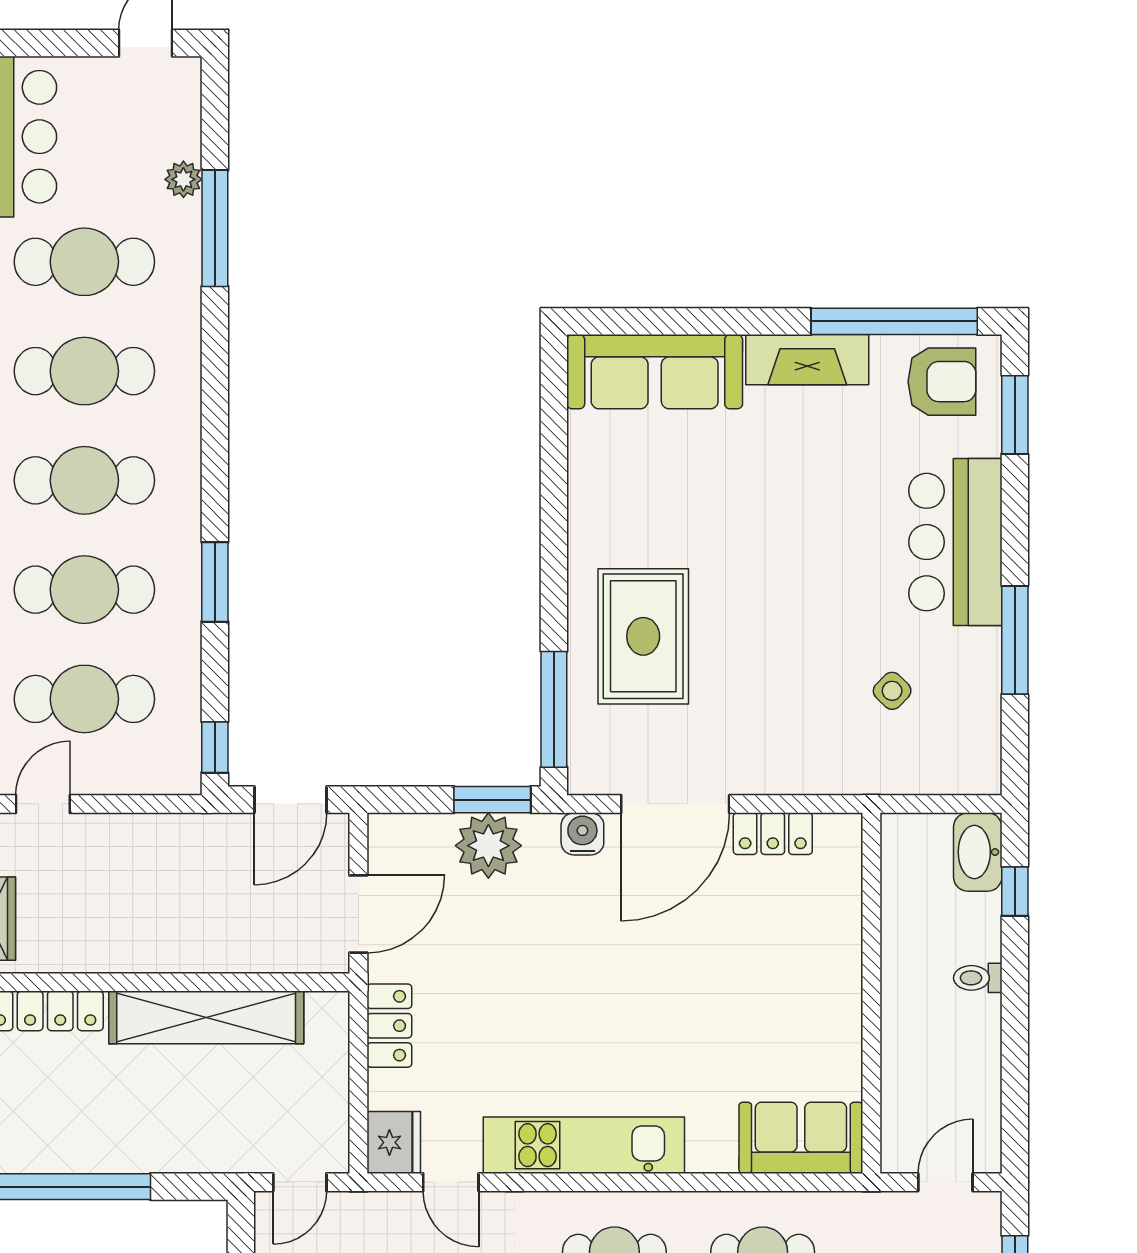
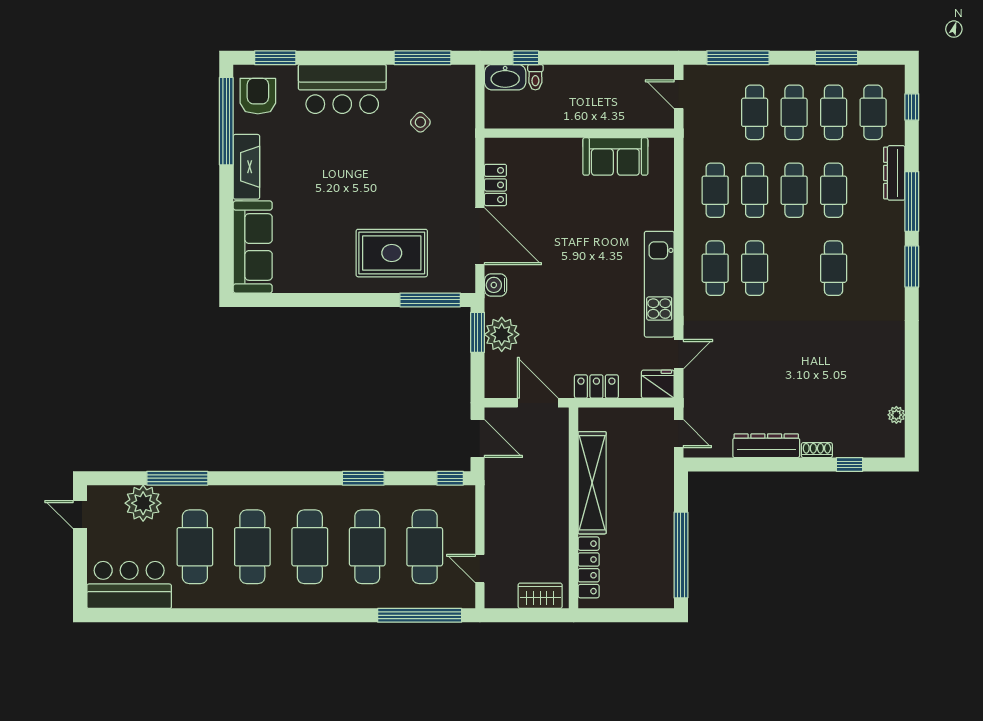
plant: (183, 179) -> (143, 503), width x1.87, depth x1.87
window: (1015, 640) -> (423, 58), moved
toilet: (978, 978) -> (535, 77), moved
sofa: (801, 1138) -> (615, 156), moved, turned -90

